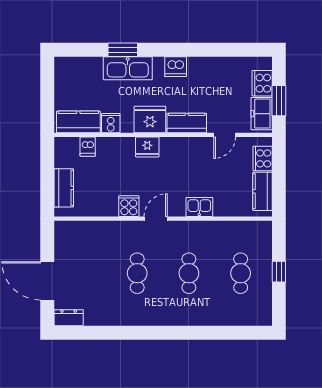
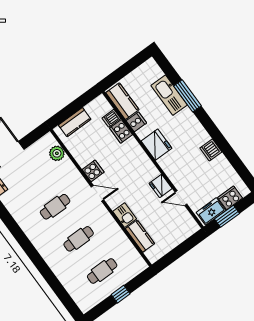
window: (123, 50) -> (187, 96), width x1.44
dishwasher: (176, 67) -> (211, 150), moved
kitchen sink: (128, 68) -> (169, 95), moved
kitchen counter: (187, 123) -> (171, 169), removed
fridge: (147, 147) -> (161, 186), moved
cooker: (263, 158) -> (121, 131), moved, turned -90
kitchen counter: (262, 191) -> (140, 236), moved, turned 90
plant: (83, 230) -> (57, 153), added

